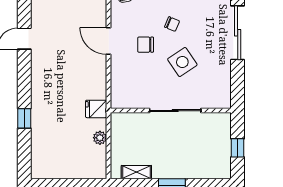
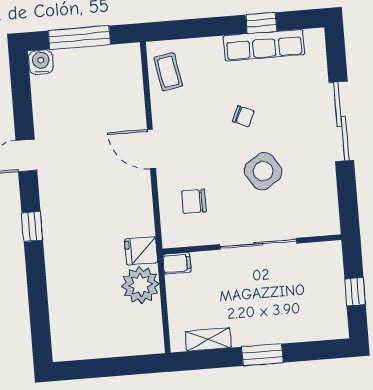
chair: (146, 45) -> (194, 201), moved
window: (24, 118) -> (32, 227), moved
filing cabinet: (119, 119) -> (177, 263), added
plant: (100, 138) -> (141, 285), width x1.87, depth x1.87

